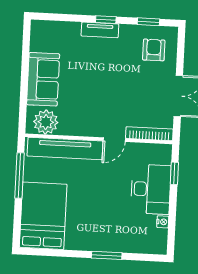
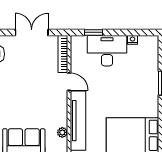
plant: (46, 122) -> (62, 132), width x0.53, depth x0.53

